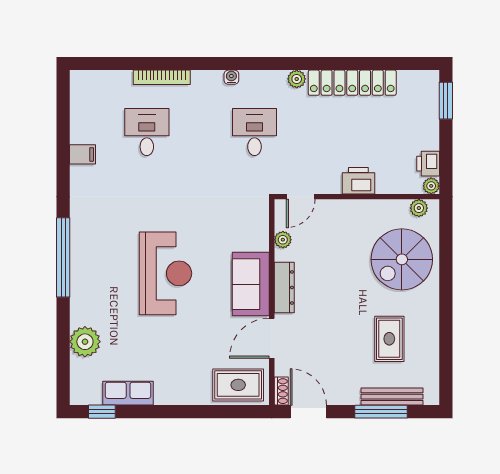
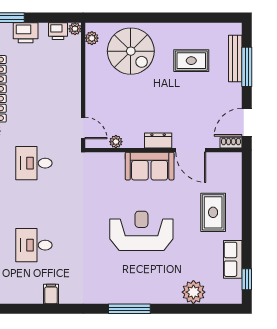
printer: (358, 181) -> (26, 33), moved, turned -90
window: (63, 257) -> (129, 309), width x0.68
dresser: (284, 287) -> (158, 141), width x0.70
rug: (238, 385) -> (213, 212), moved

